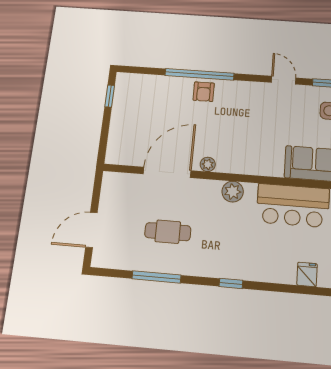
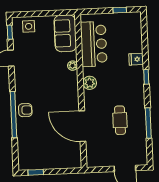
plant: (208, 164) -> (73, 66), moved
fridge: (307, 274) -> (136, 59), moved

